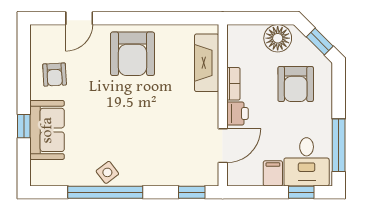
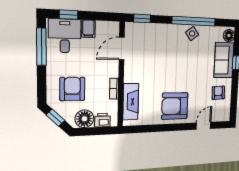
armchair: (133, 54) -> (175, 106), turned -90
printer: (237, 113) -> (102, 120), moved, turned 90
floor lamp: (40, 172) -> (229, 35), added

